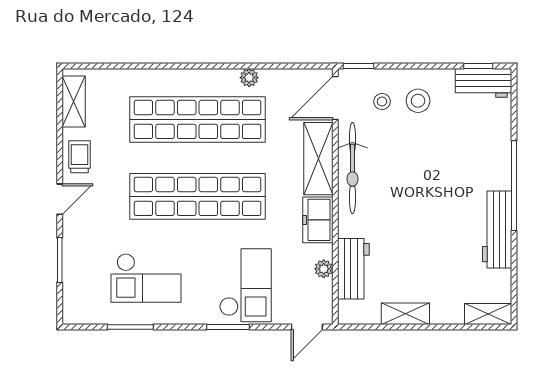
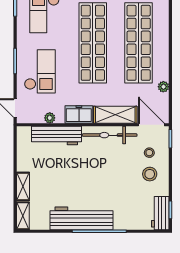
plant: (249, 78) -> (163, 87), moved
workbench: (497, 229) -> (82, 218), width x1.36, depth x1.32
workbench: (353, 269) -> (56, 136), width x1.37
checkout: (245, 285) -> (40, 71), turned -90
shelving: (405, 314) -> (23, 186), moved

